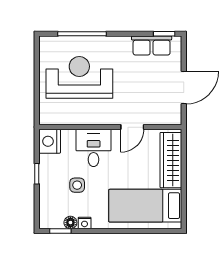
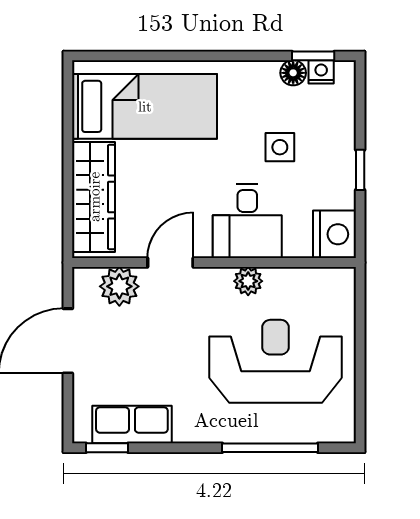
reception desk: (79, 77) -> (276, 361), turned 180
plant: (158, 115) -> (119, 286), added
plant: (93, 118) -> (248, 281), added
nightstand: (85, 223) -> (321, 72), moved

